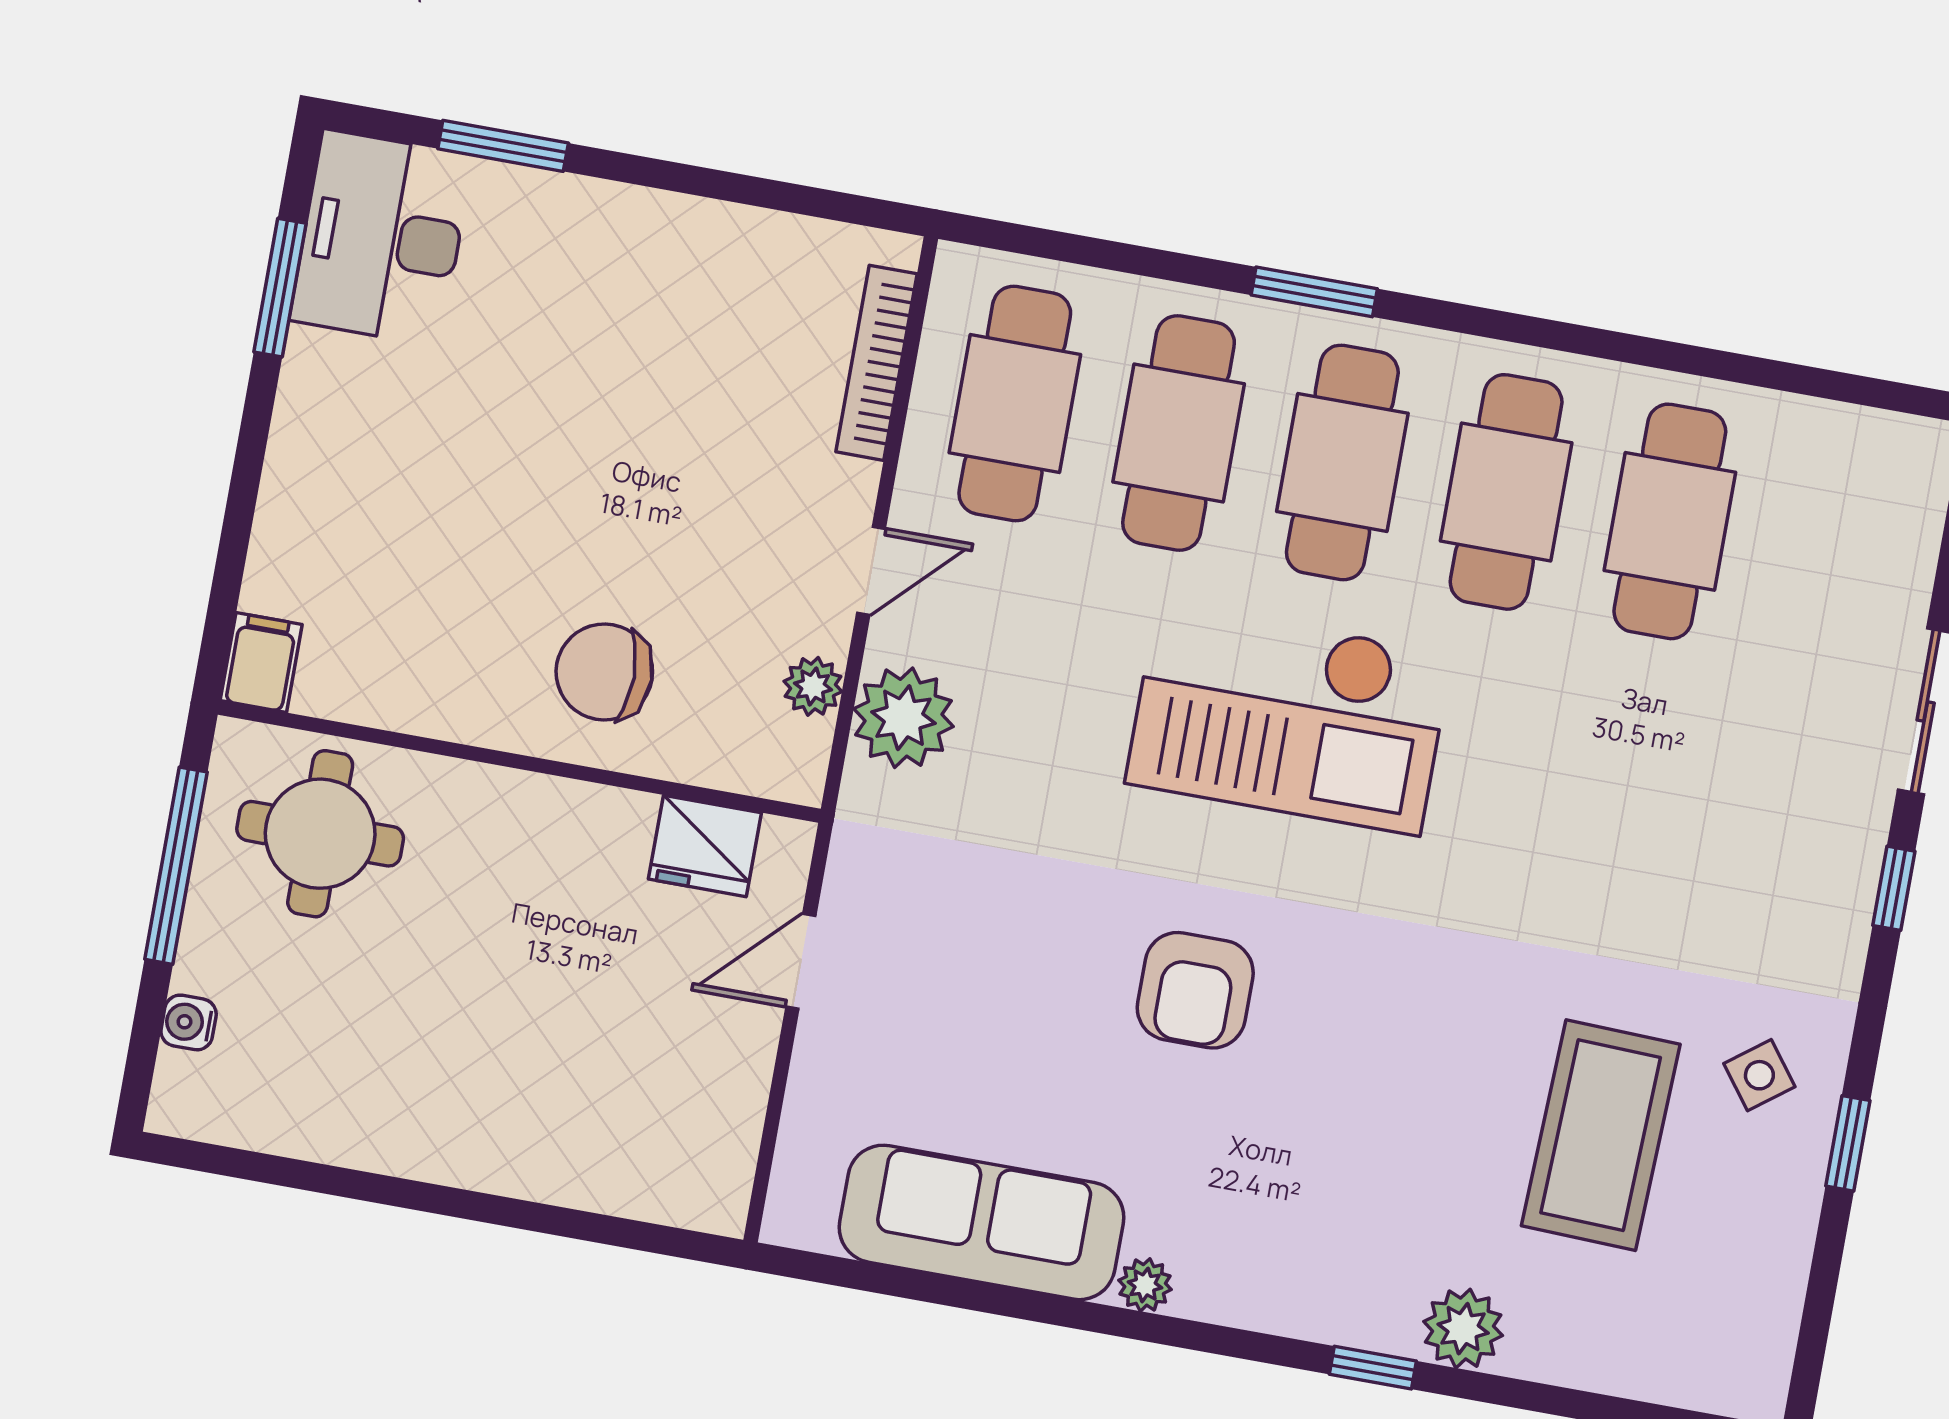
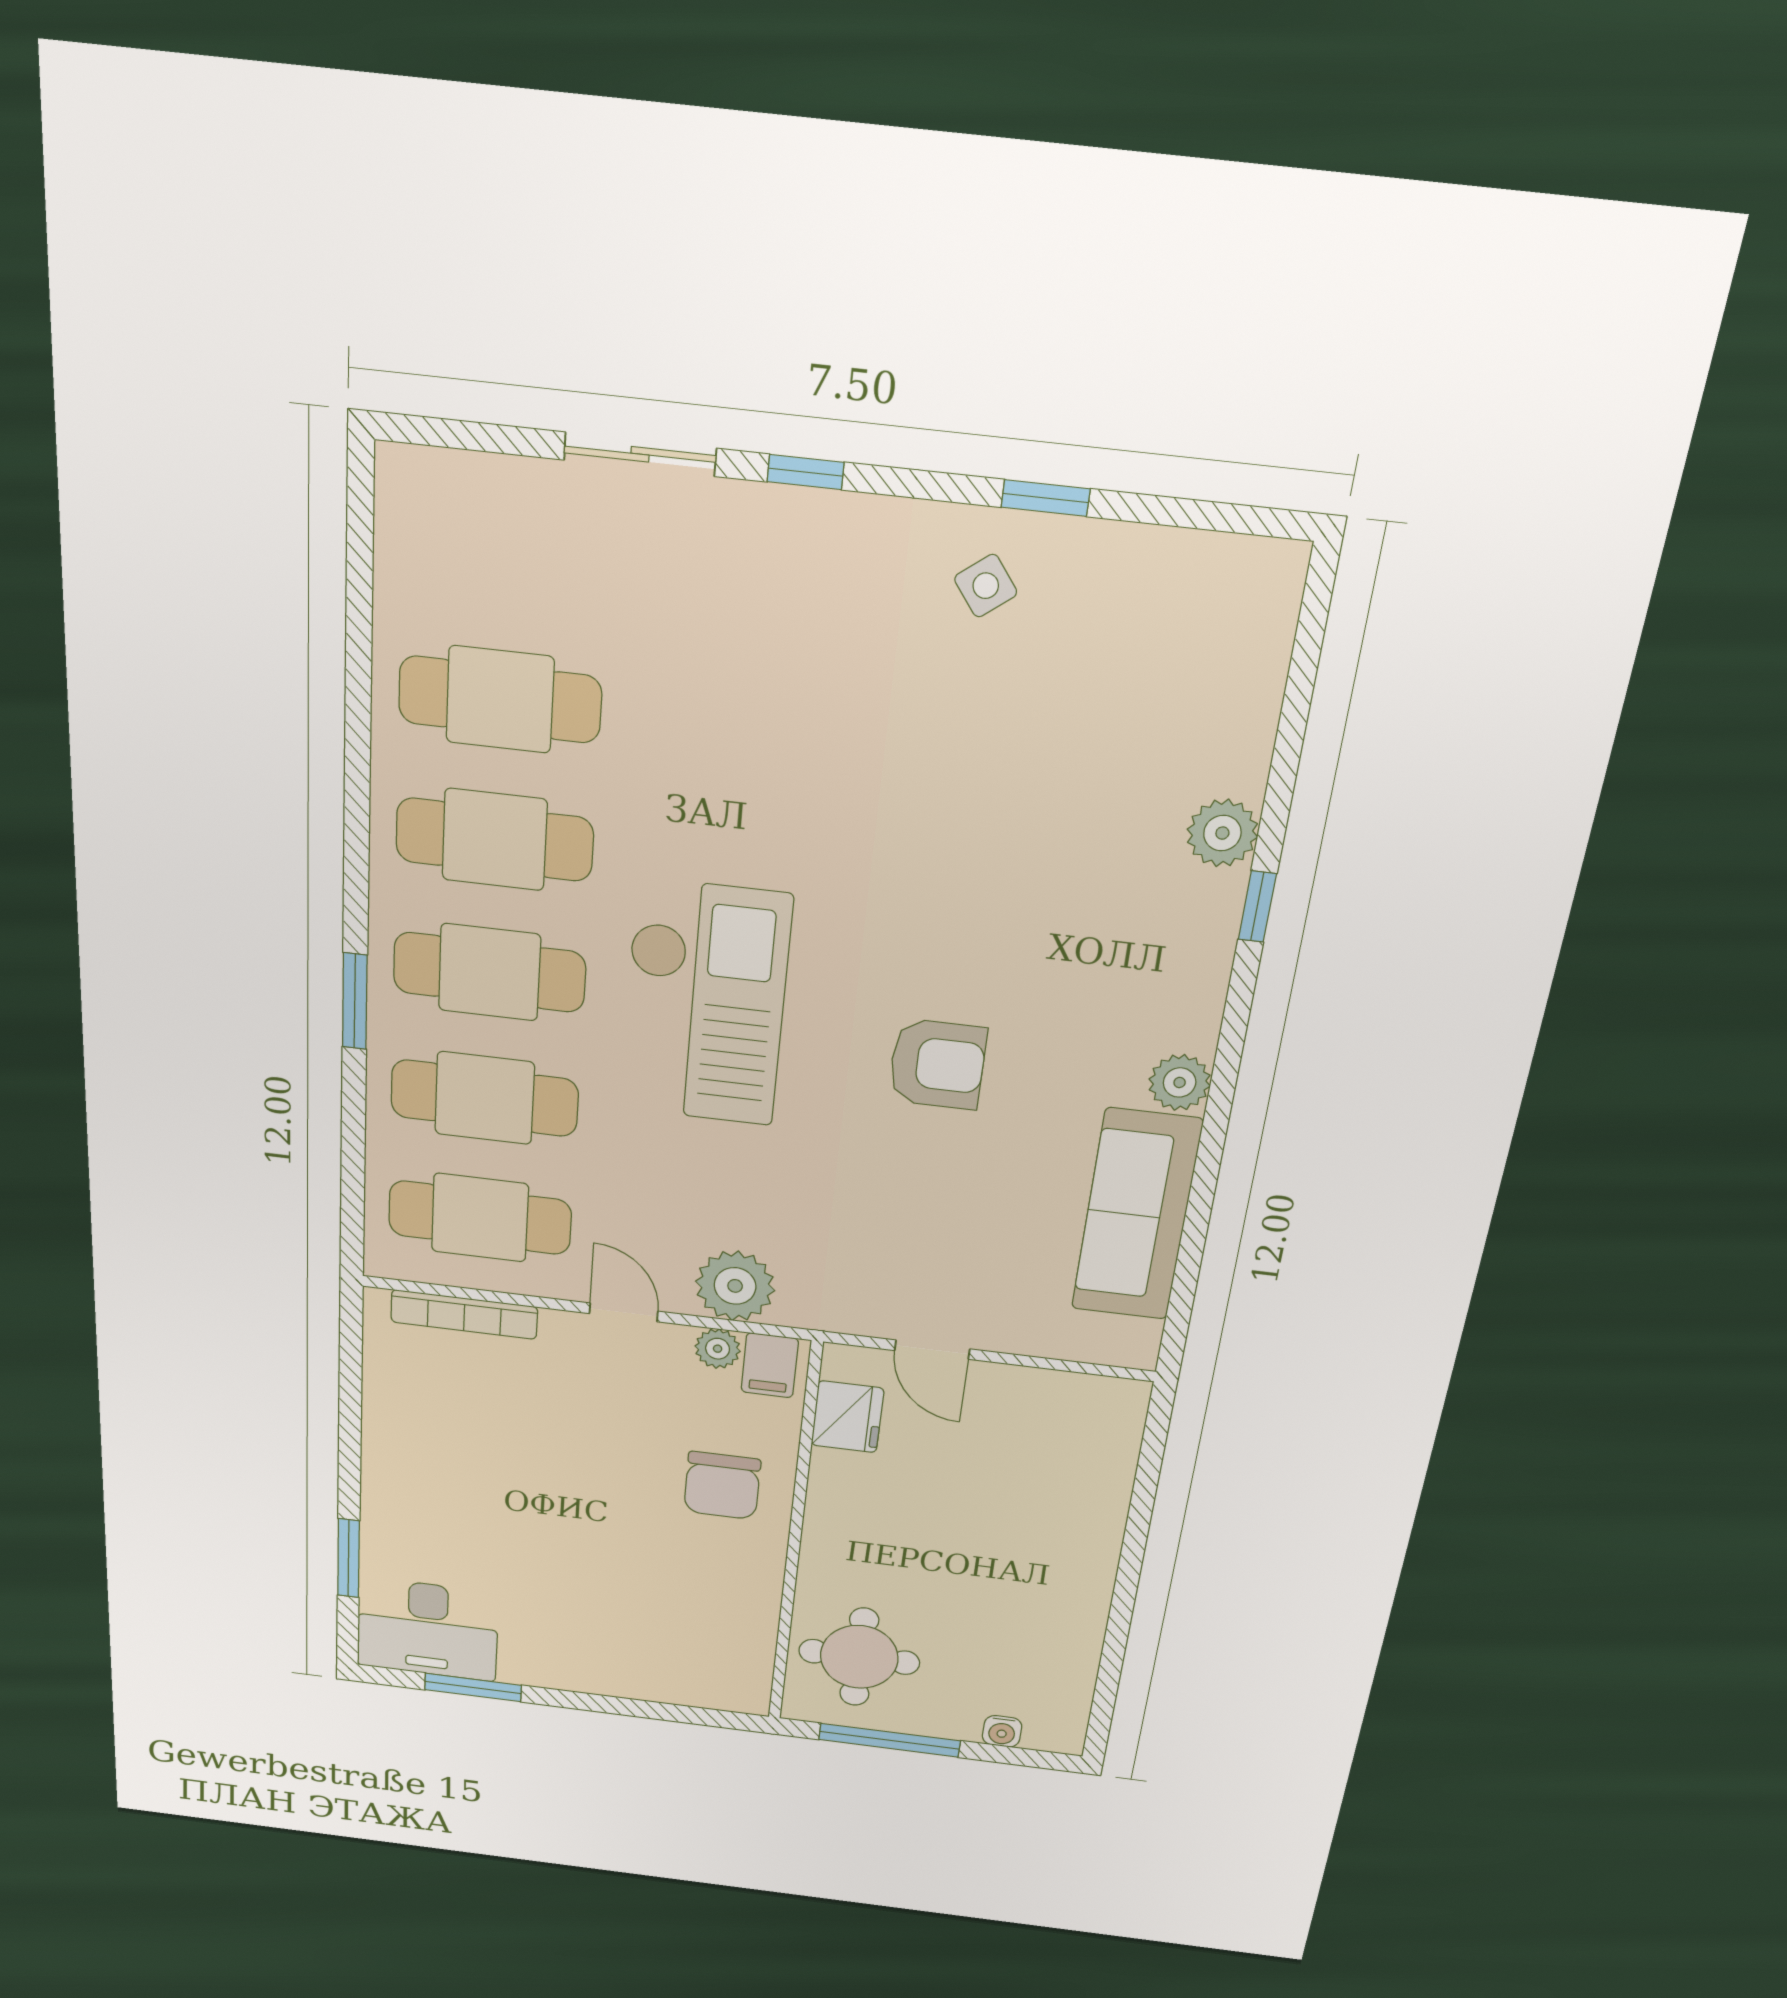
filing cabinet: (261, 663) -> (770, 1365), moved, turned -90
coffee table: (1601, 1135) -> (1046, 725), removed
plant: (1145, 1285) -> (1180, 1082), width x1.38, depth x1.38

